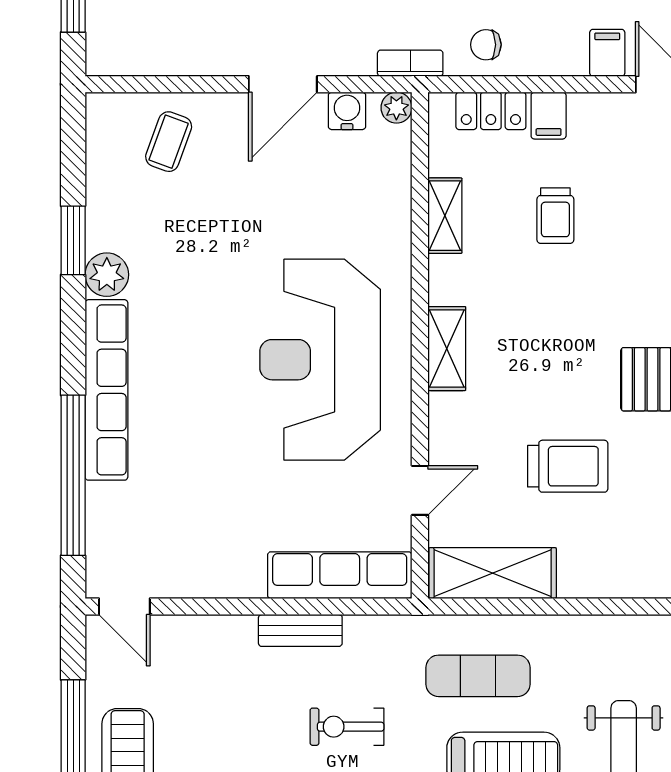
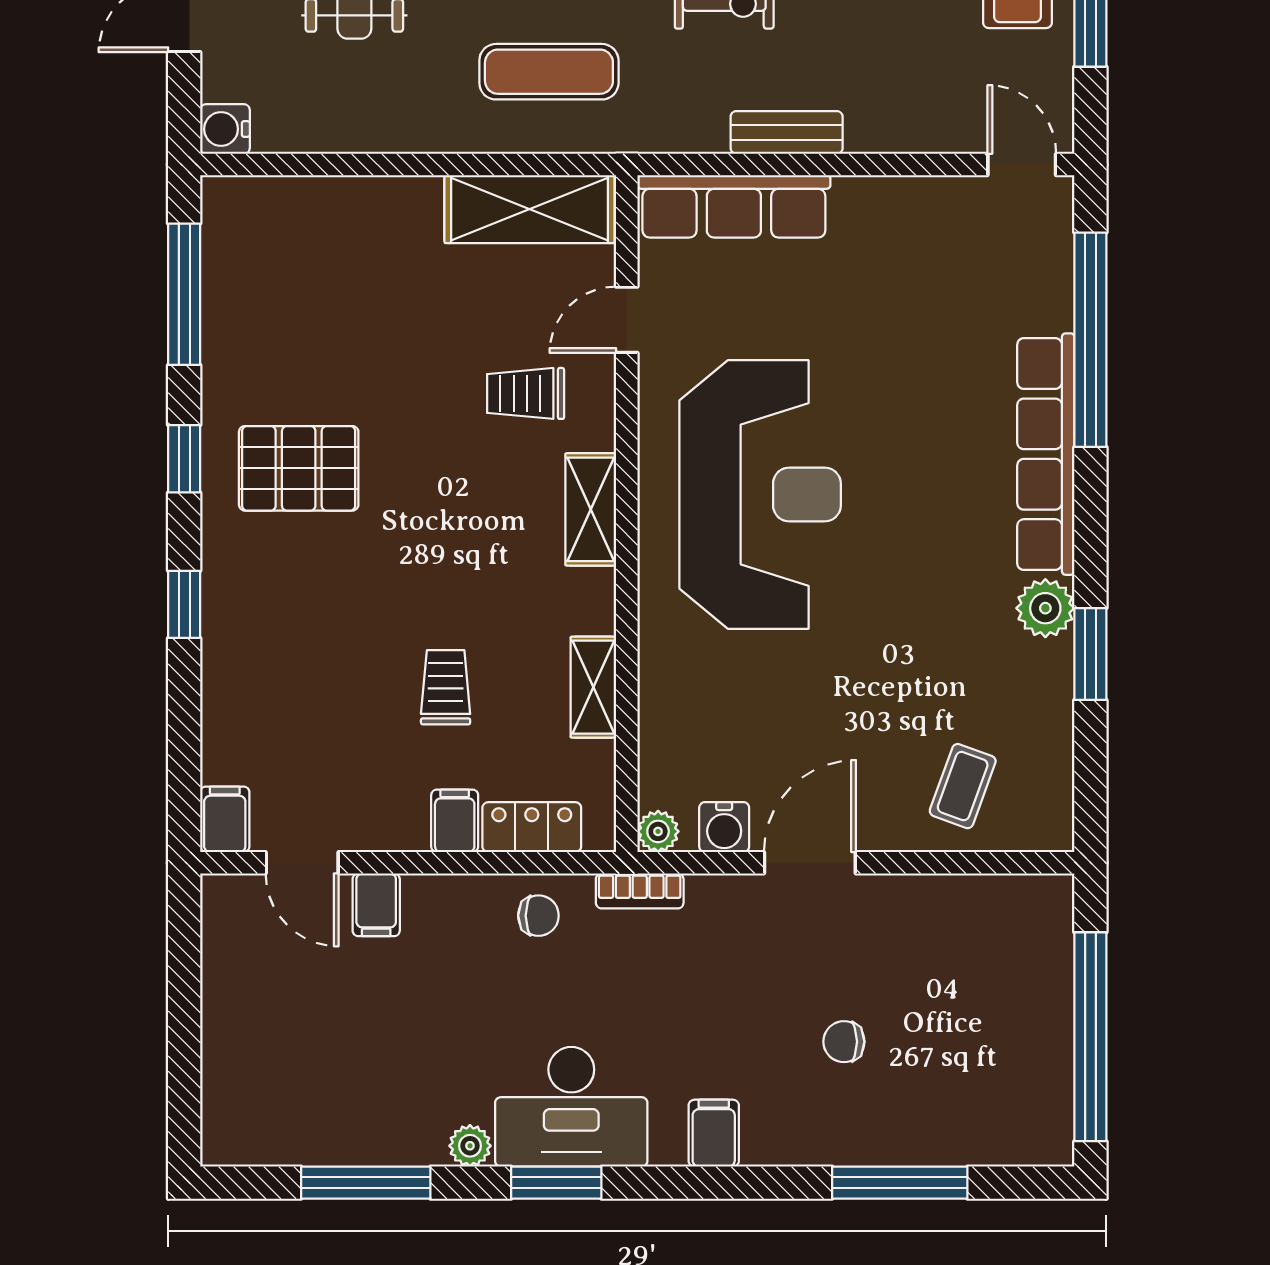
trolley: (568, 466) -> (526, 393), moved, width x0.73, depth x0.72

